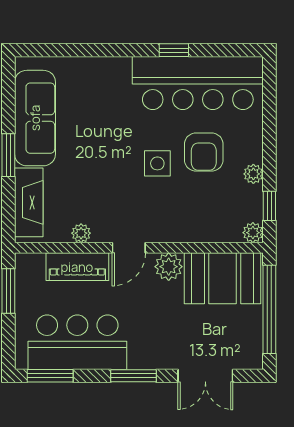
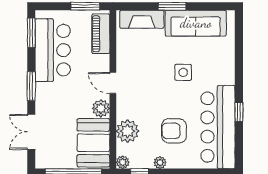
side table: (157, 163) -> (183, 72), moved
plant: (81, 233) -> (128, 131), moved, width x1.88, depth x1.88
piano: (77, 267) -> (101, 34), moved

